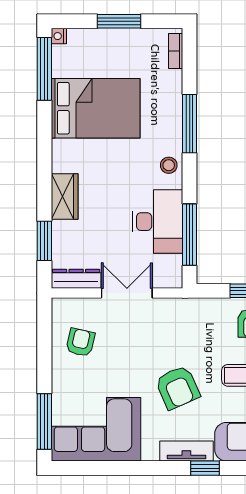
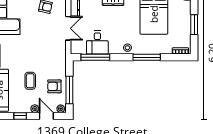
desk: (158, 222) -> (97, 42), width x0.73
armchair: (178, 387) -> (25, 52), removed

